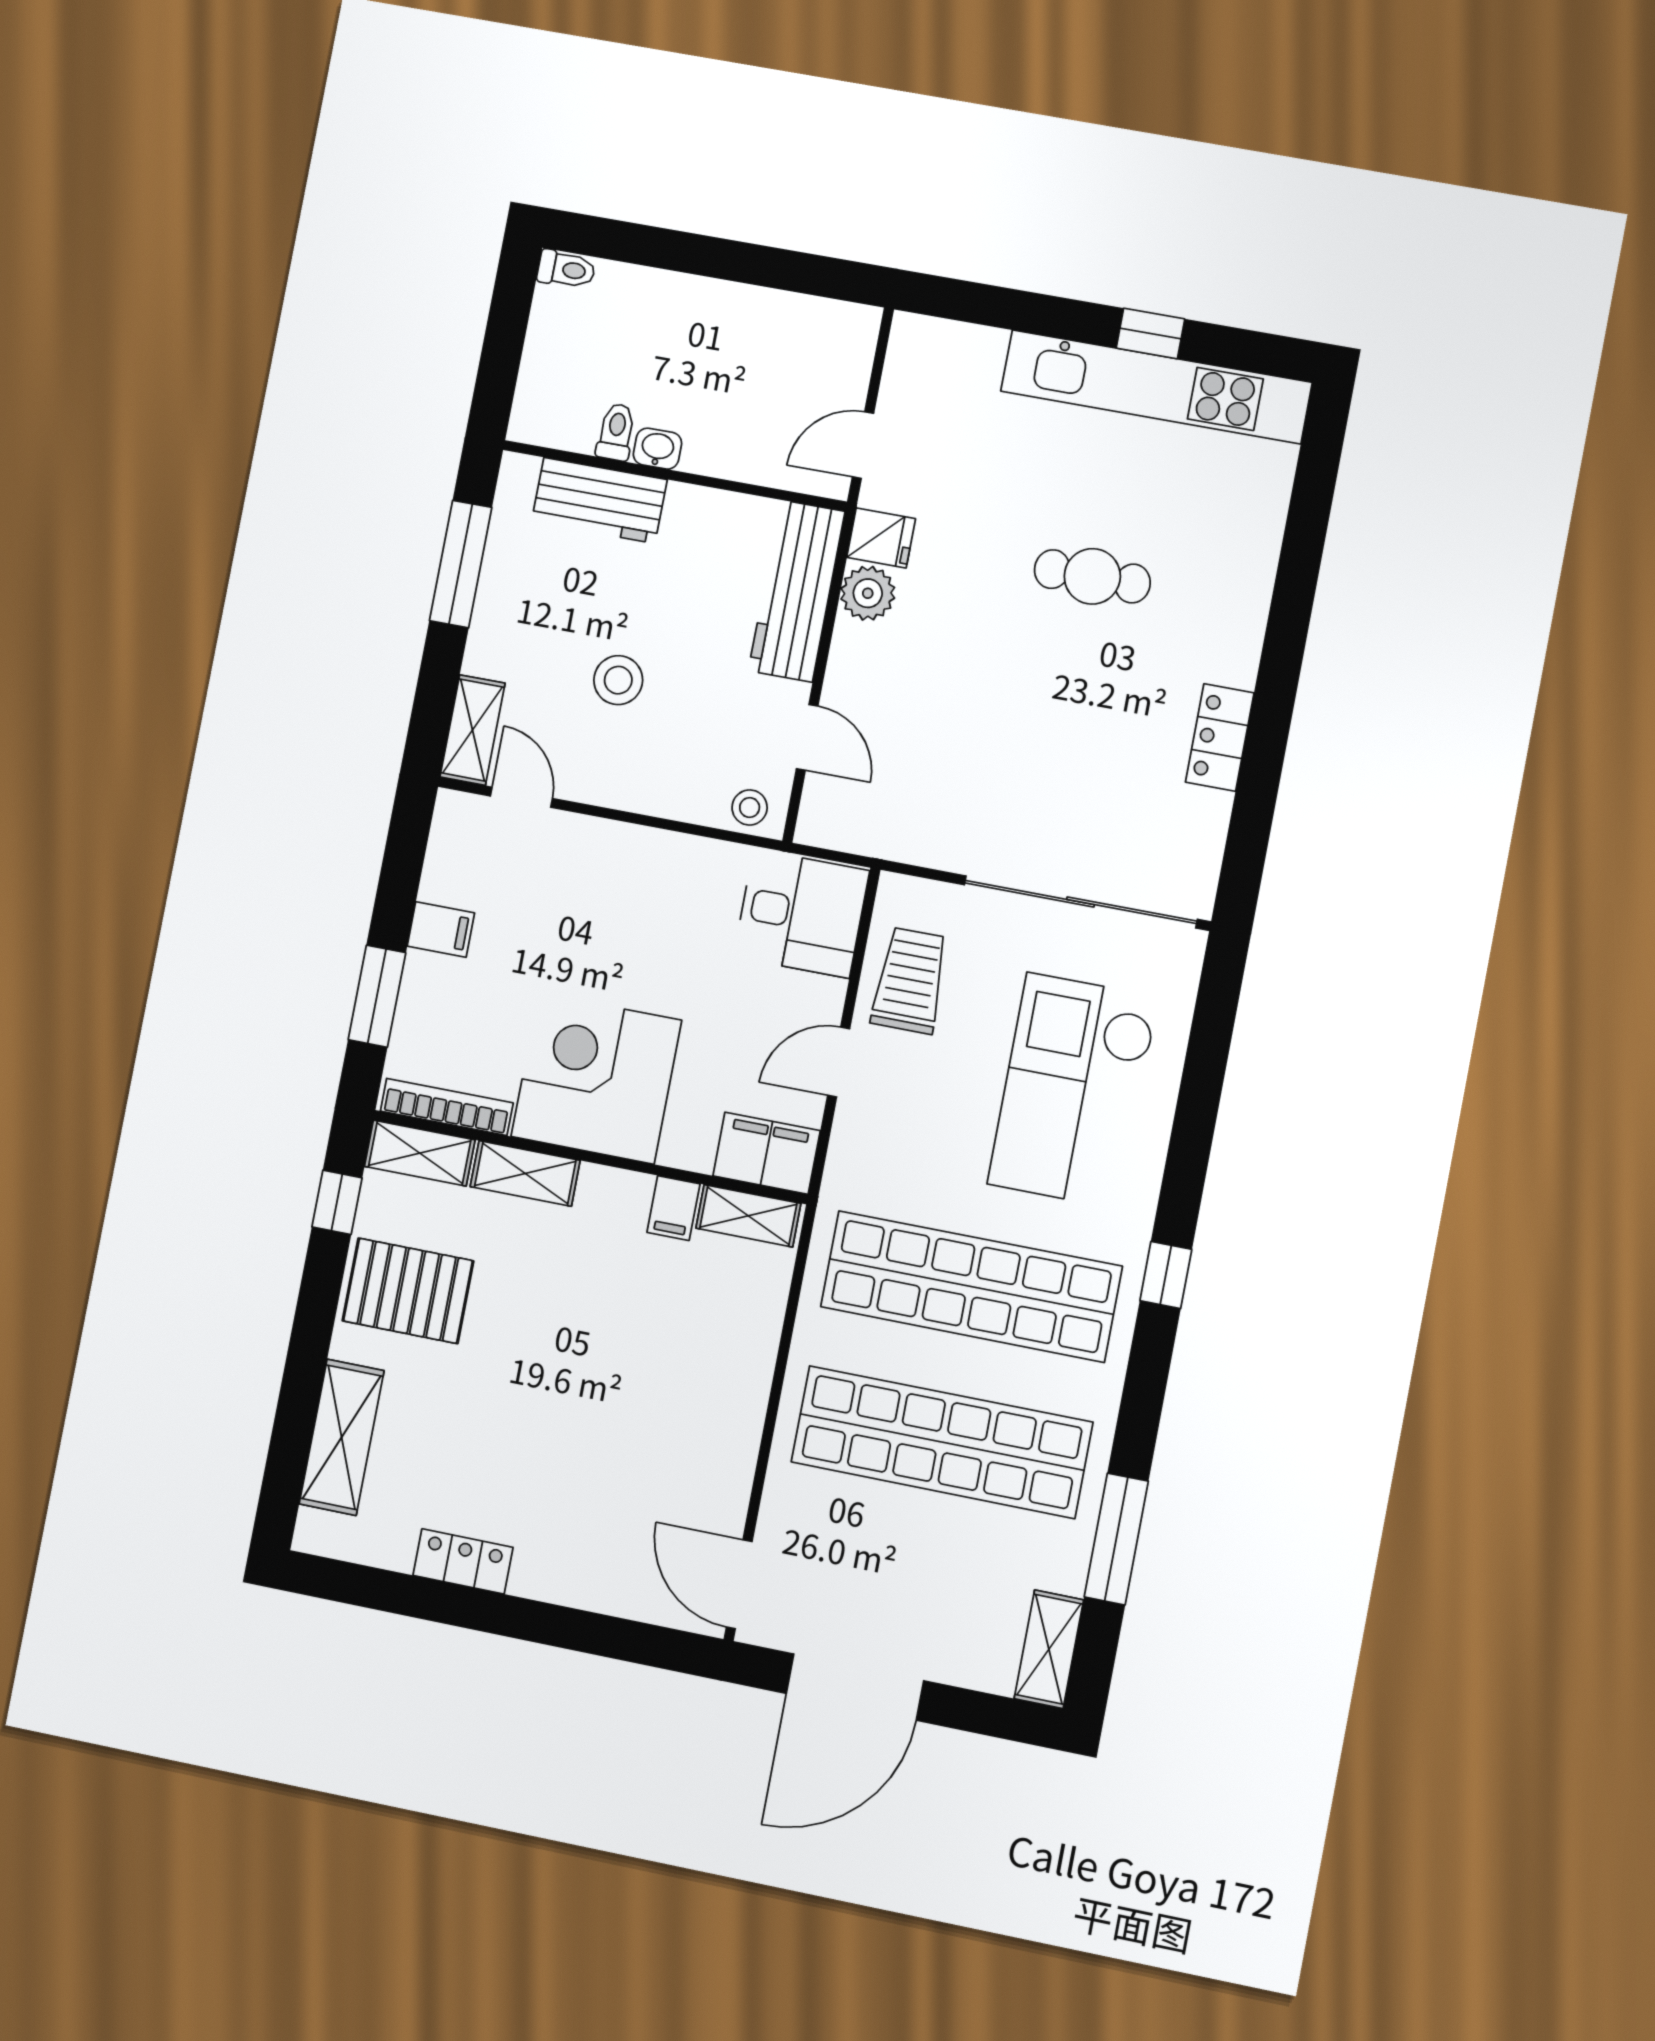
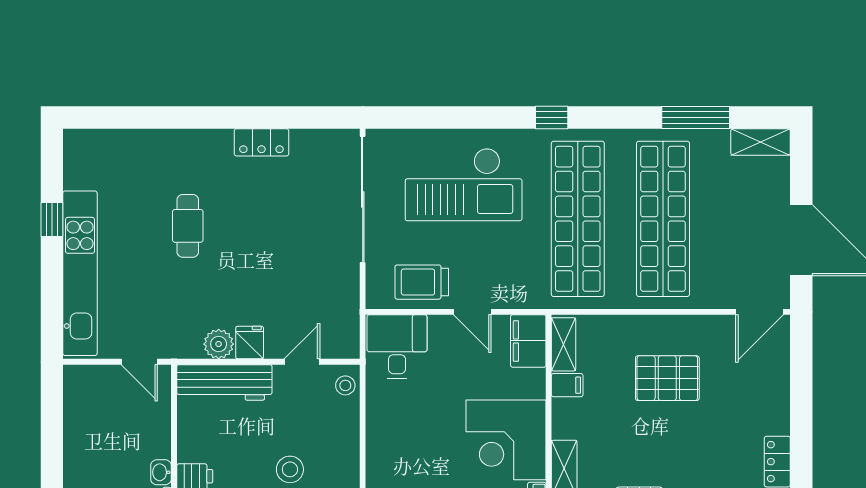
kitchen unit: (1156, 387) -> (80, 273), moved
fridge: (881, 538) -> (250, 342), moved
pallet: (651, 1392) -> (667, 378), added

